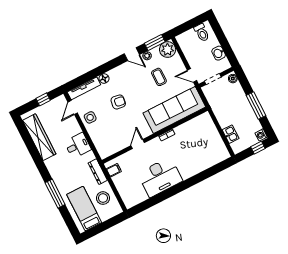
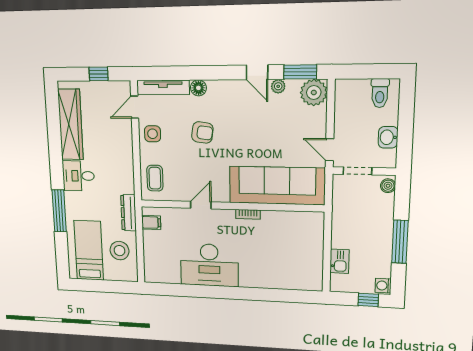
coffee table: (159, 77) -> (155, 178), moved
desk: (78, 146) -> (78, 176), moved, turned 180

